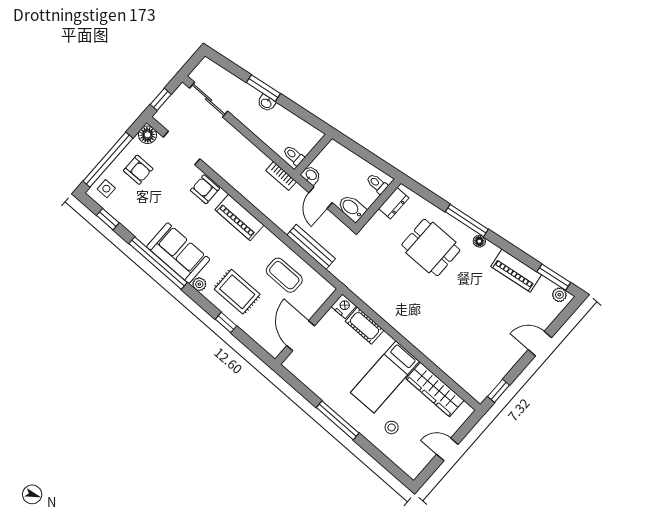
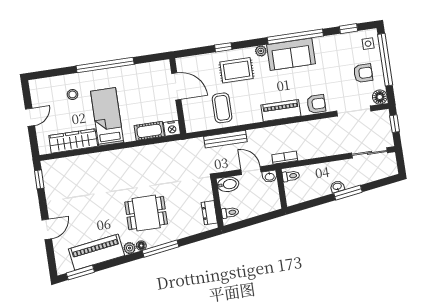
armchair: (138, 170) -> (363, 73), turned 180
dining table: (431, 247) -> (146, 213), moved
piano: (516, 271) -> (97, 252), width x1.37, depth x1.33
coffee table: (284, 275) -> (222, 108), turned 90
plant: (559, 295) -> (130, 248), moved
window: (338, 420) -> (105, 65), width x1.46

